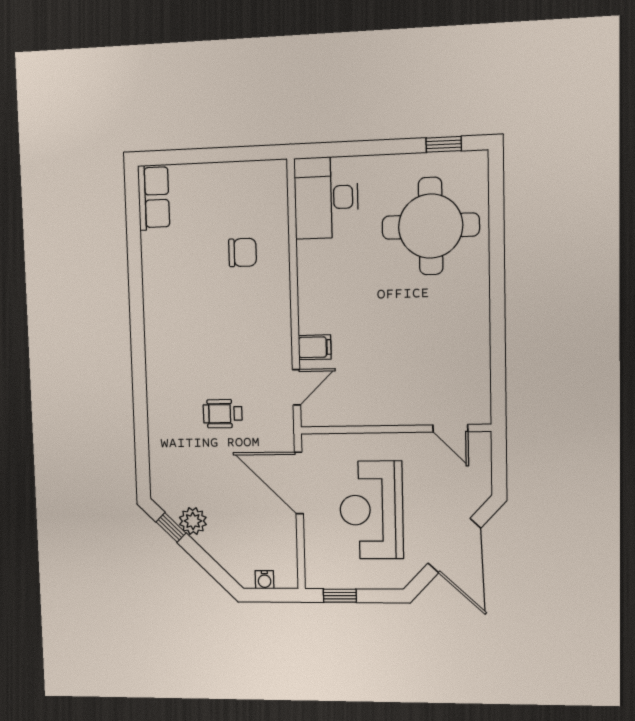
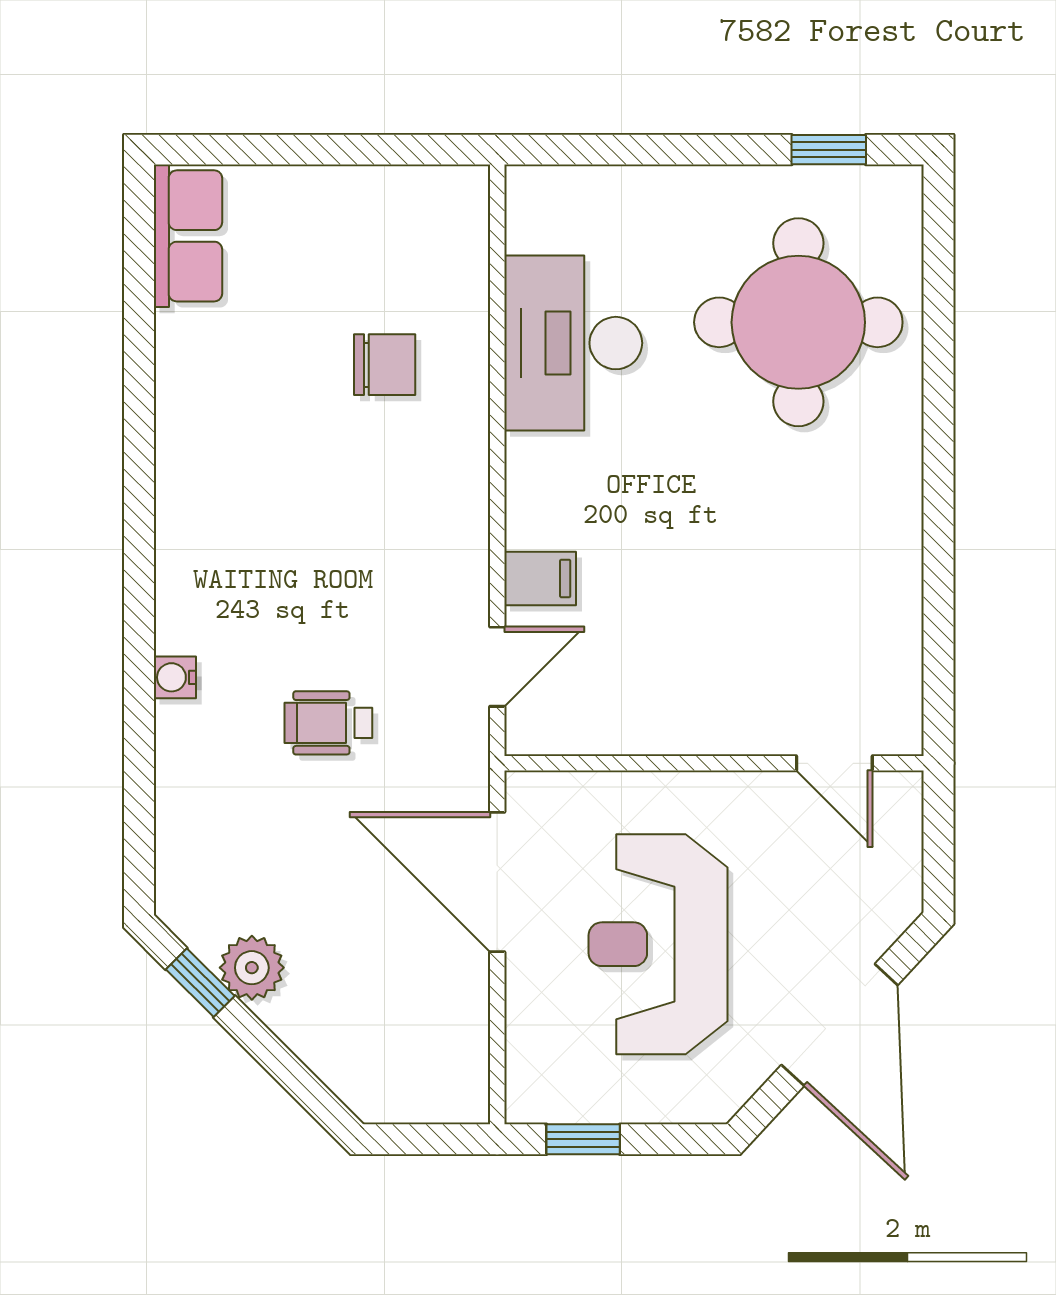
desk: (326, 198) -> (573, 343), moved
water cooler: (265, 580) -> (175, 677), moved, turned 90

